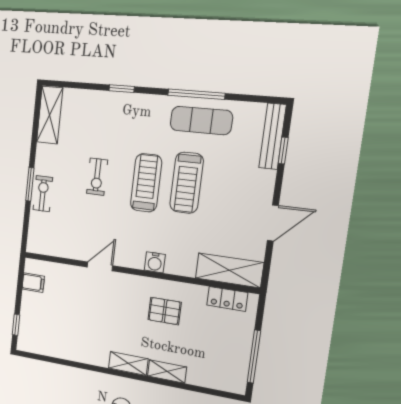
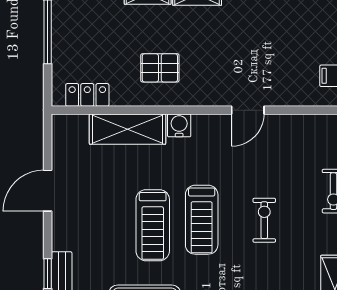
treadmill: (187, 183) -> (153, 225), turned 180
shelving: (229, 270) -> (127, 129), moved

